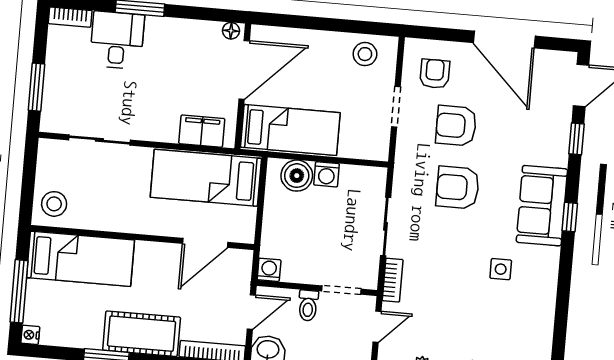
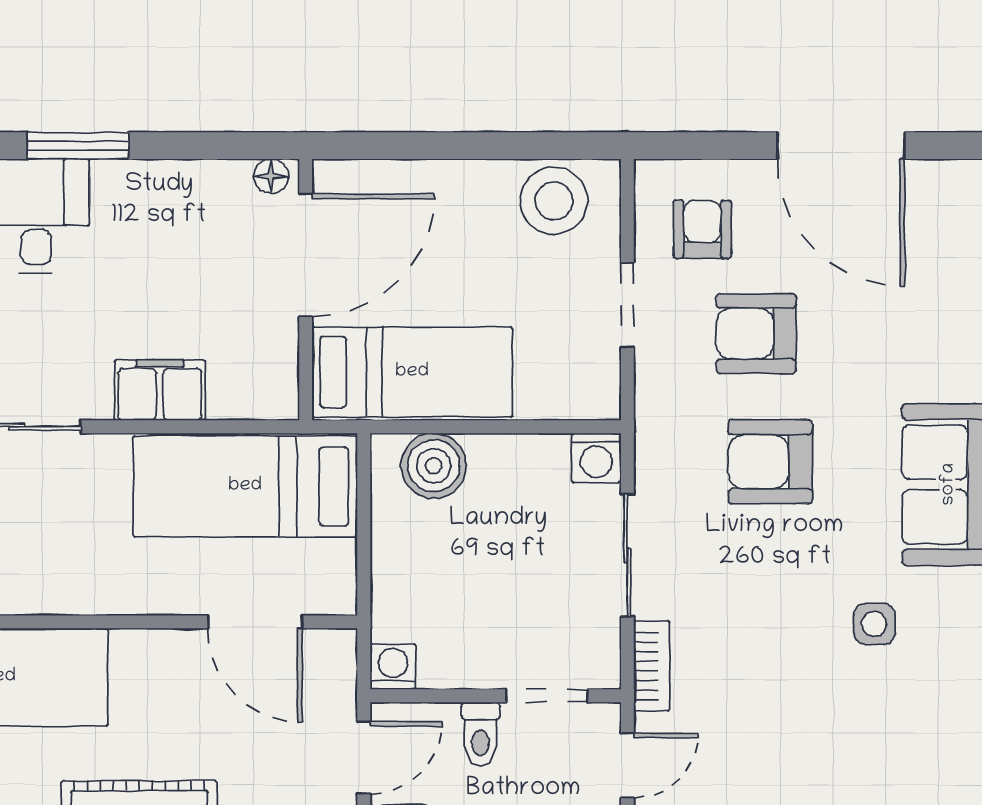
stool: (365, 54) -> (554, 201), width x1.38, depth x1.38
filing cabinet: (202, 131) -> (160, 390), moved
washing machine: (327, 174) -> (596, 458), moved
door: (205, 243) -> (255, 622), hinge flipped

